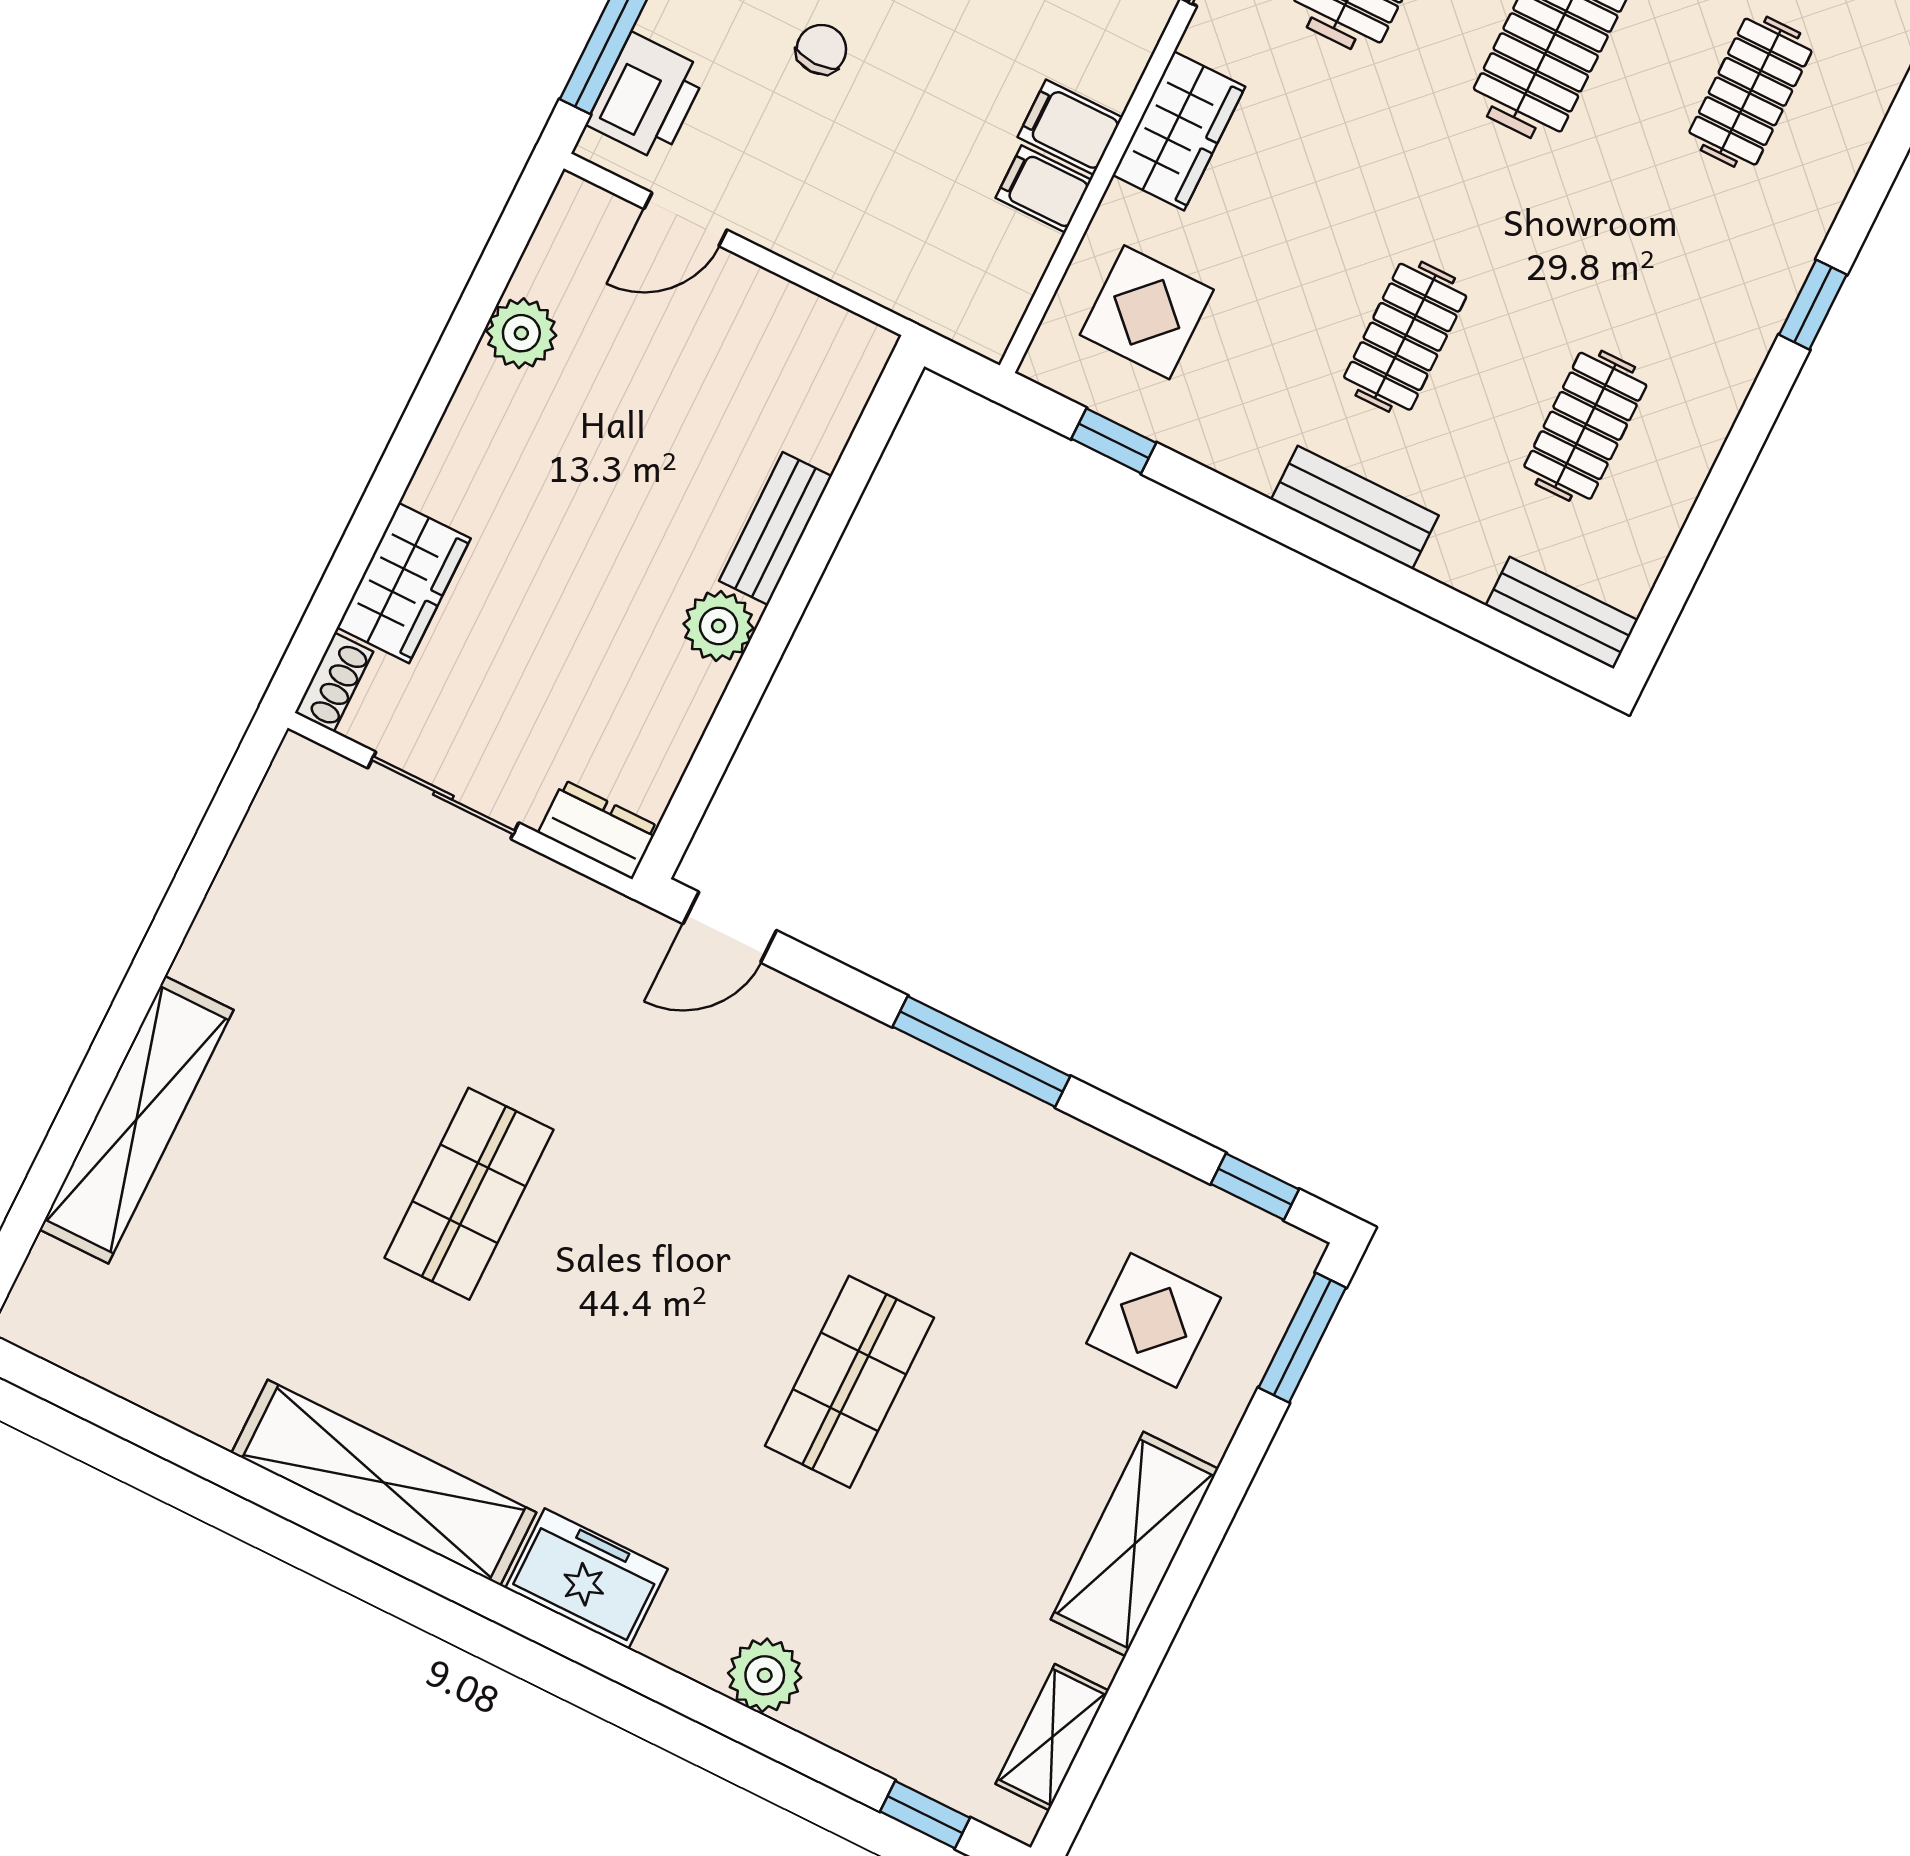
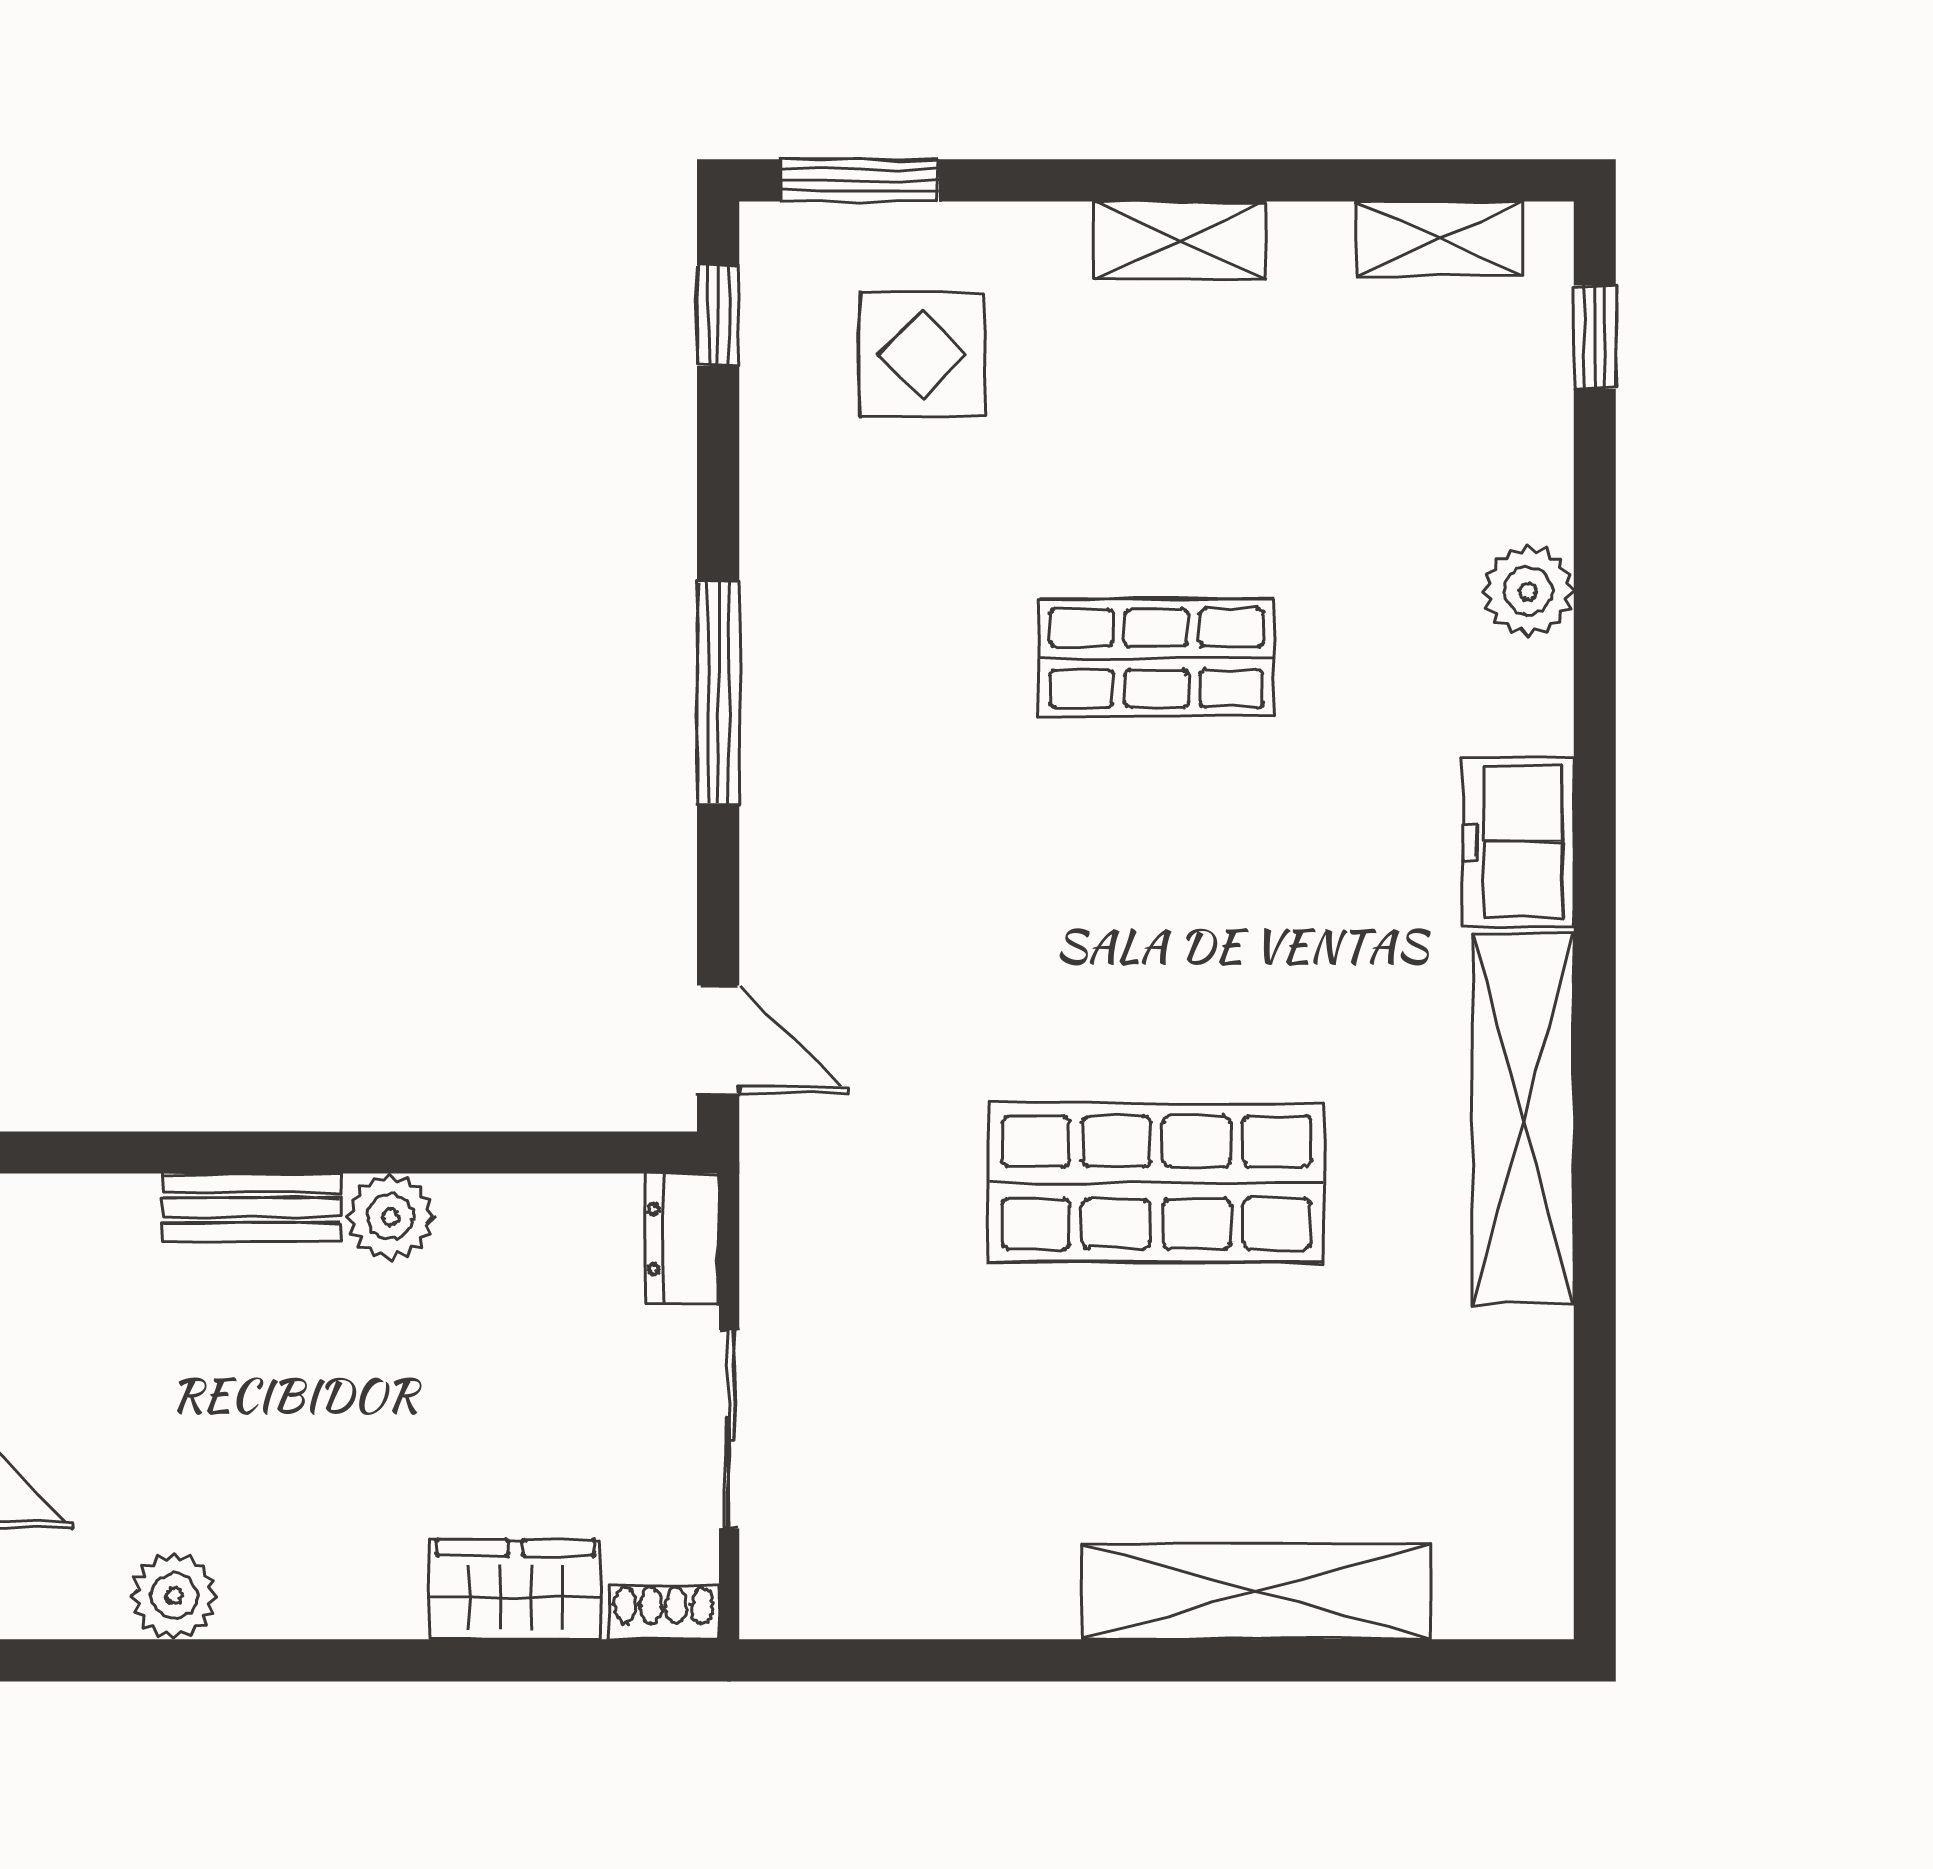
shop shelf: (469, 1194) -> (1156, 1183), width x1.43, depth x1.36
shelving: (1135, 1544) -> (1180, 240), width x0.67, depth x0.75

